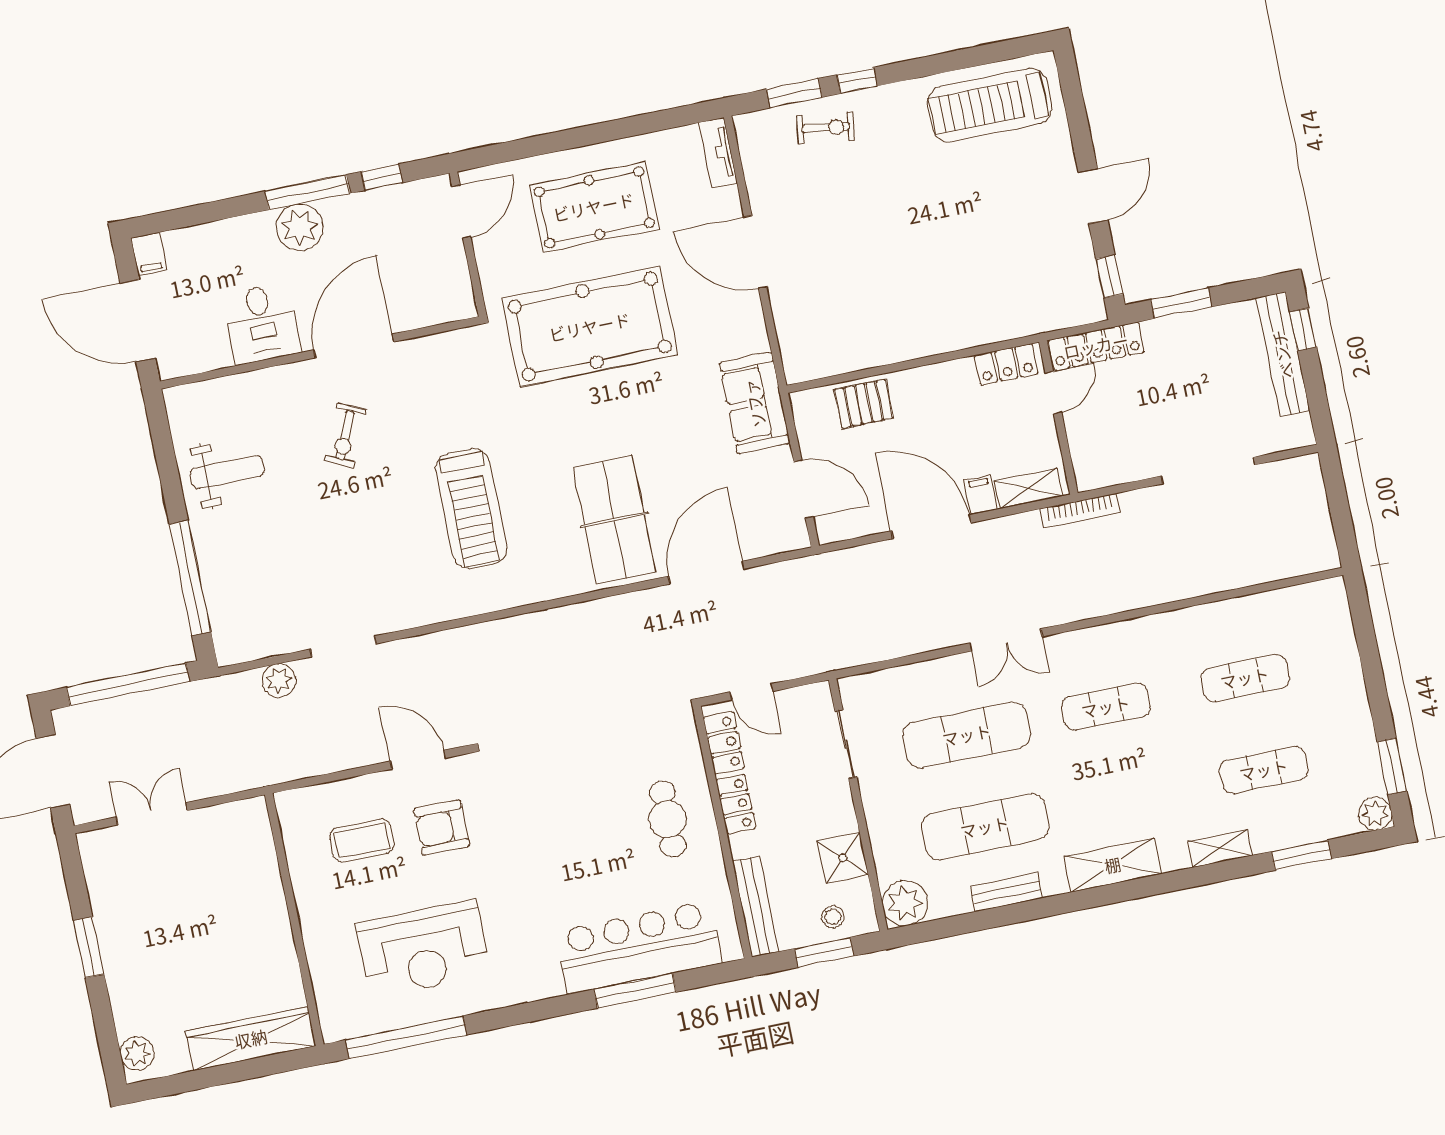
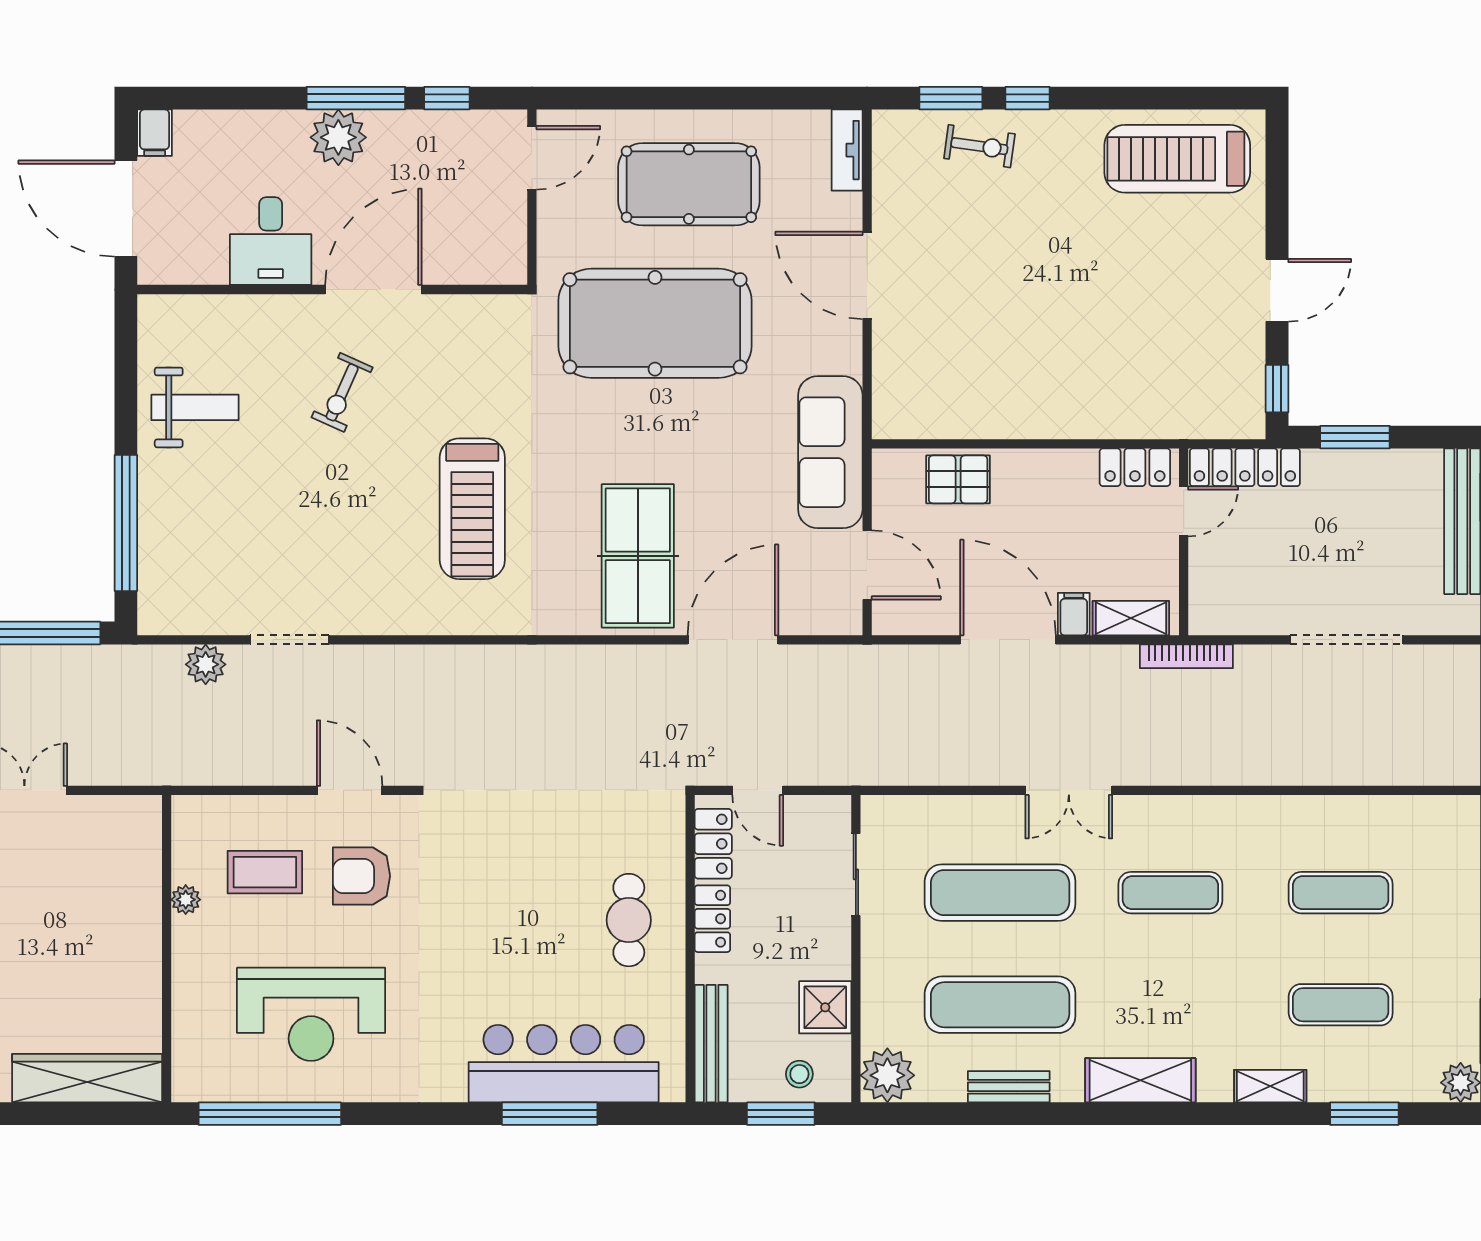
sofa: (755, 403) -> (830, 452), width x1.36
plant: (302, 876) -> (186, 900), added

